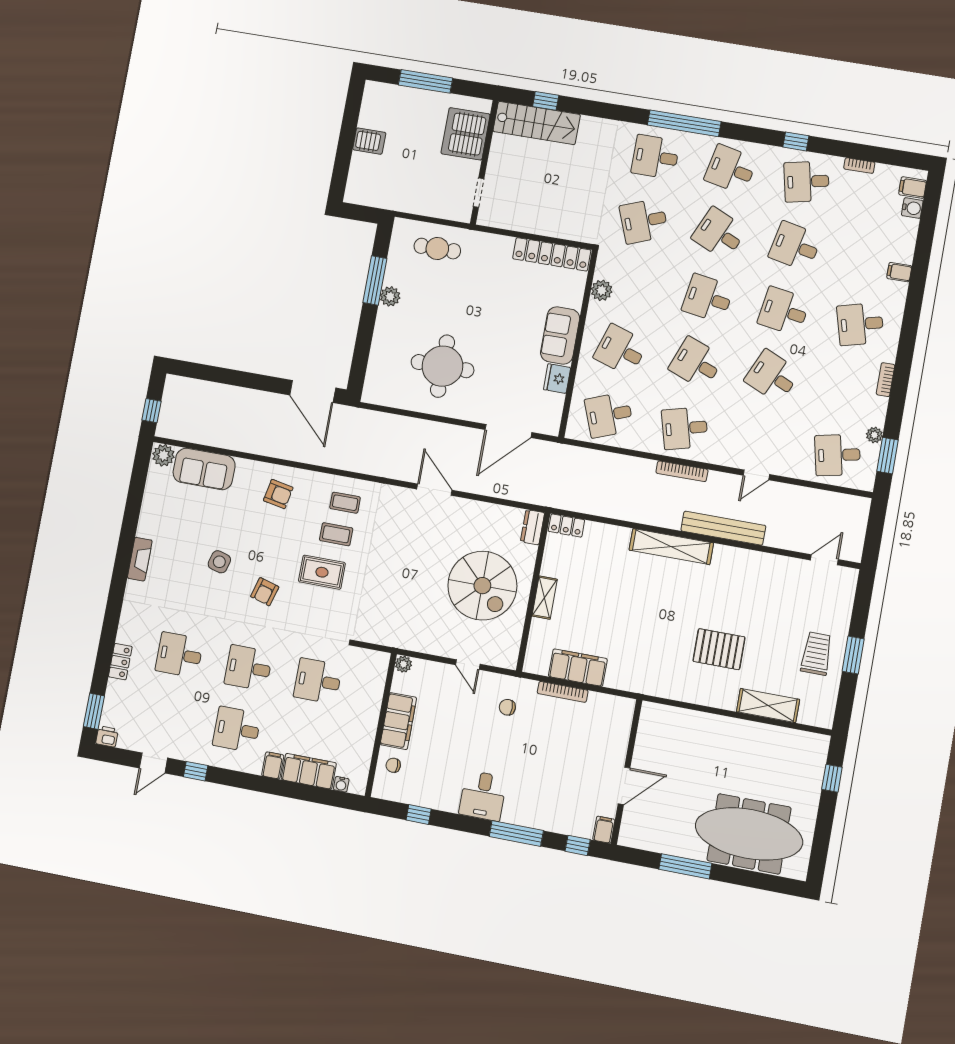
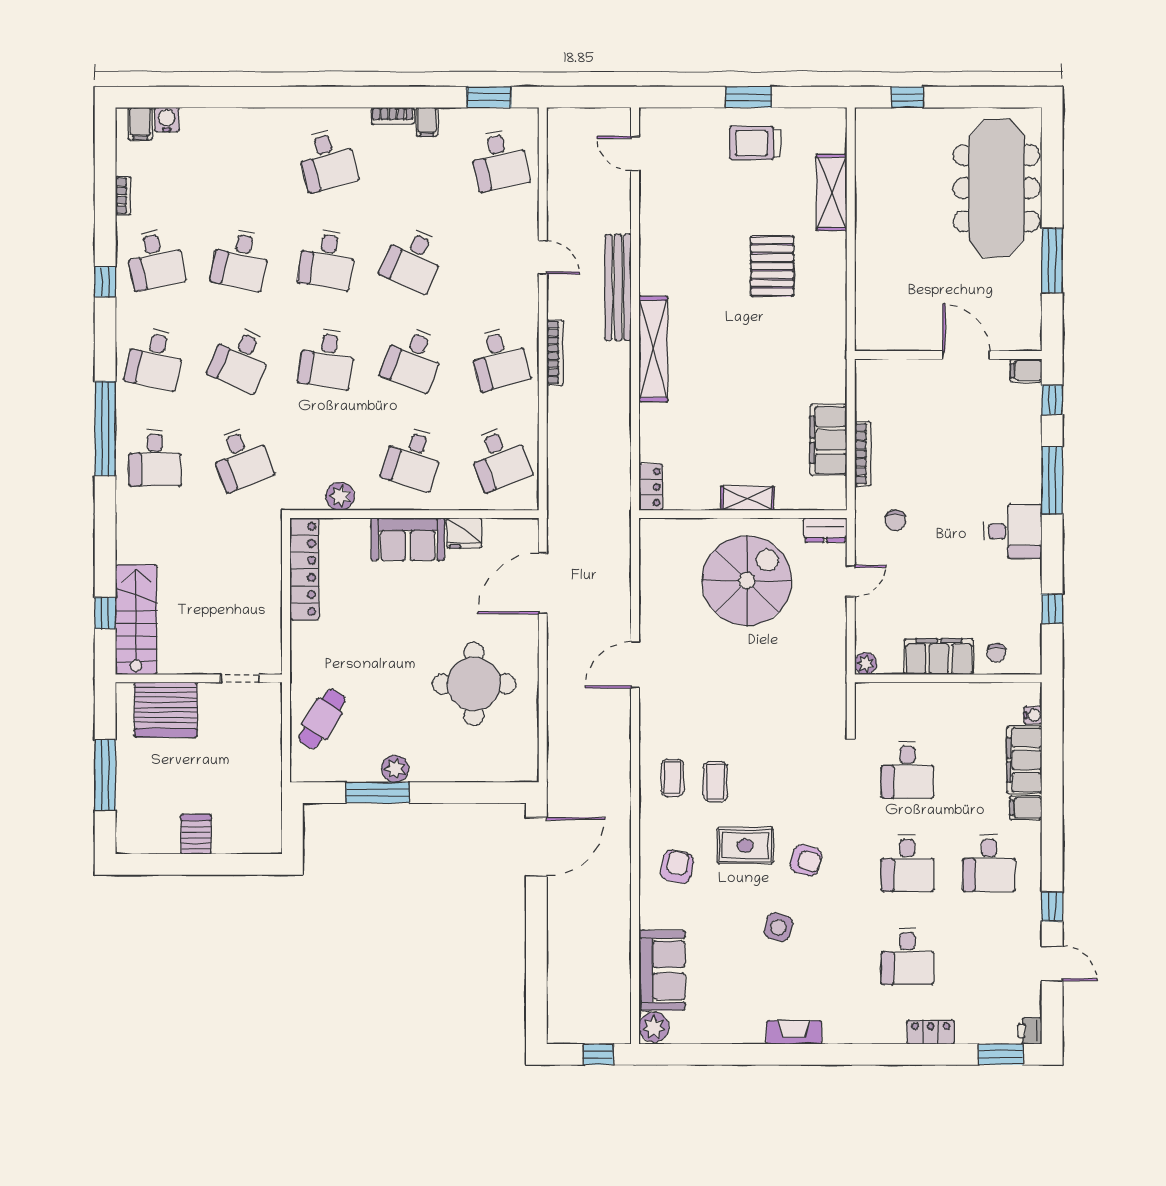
cafe table: (437, 249) -> (322, 719), turned 32
filing cabinet: (899, 272) -> (427, 122), moved
door: (508, 431) -> (543, 583), swing flipped
plant: (874, 435) -> (466, 118), removed
dresser: (532, 527) -> (825, 530), moved
rug: (322, 572) -> (745, 846), moved, turned 90

